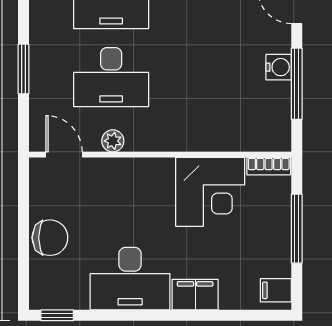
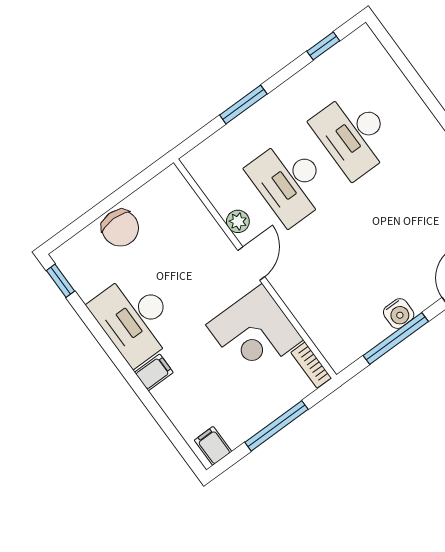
door: (64, 155) -> (251, 263), moved
filing cabinet: (195, 295) -> (154, 372), width x0.50

